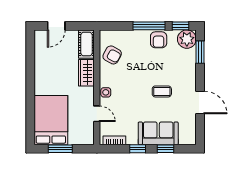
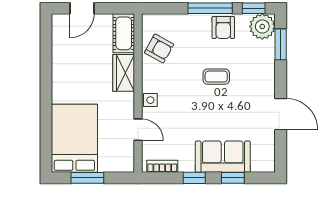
coffee table: (162, 91) -> (216, 77), moved

